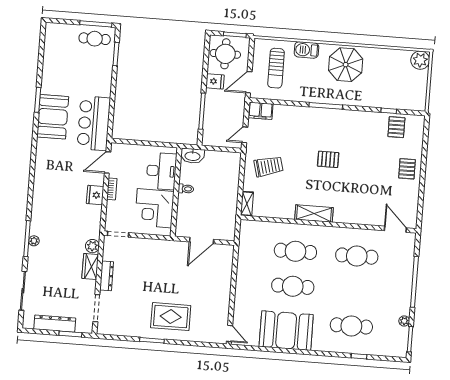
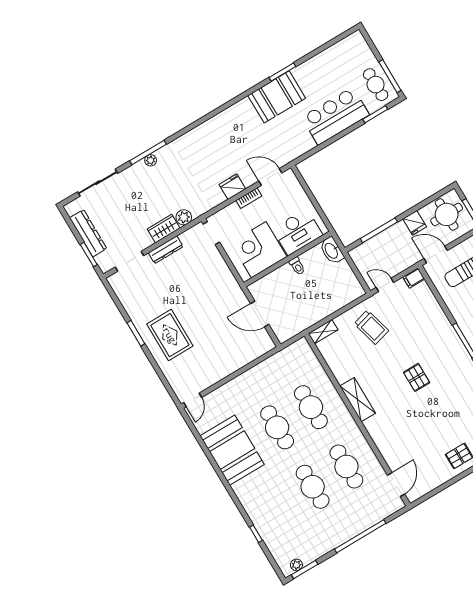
filing cabinet: (261, 111) -> (414, 278), width x0.50
bar counter: (94, 123) -> (335, 116), moved
plant: (404, 321) -> (296, 565), moved
cafe table: (351, 326) -> (313, 487), moved

